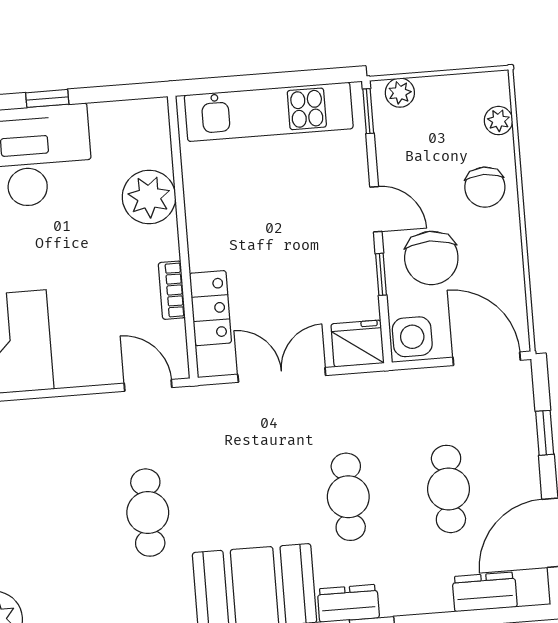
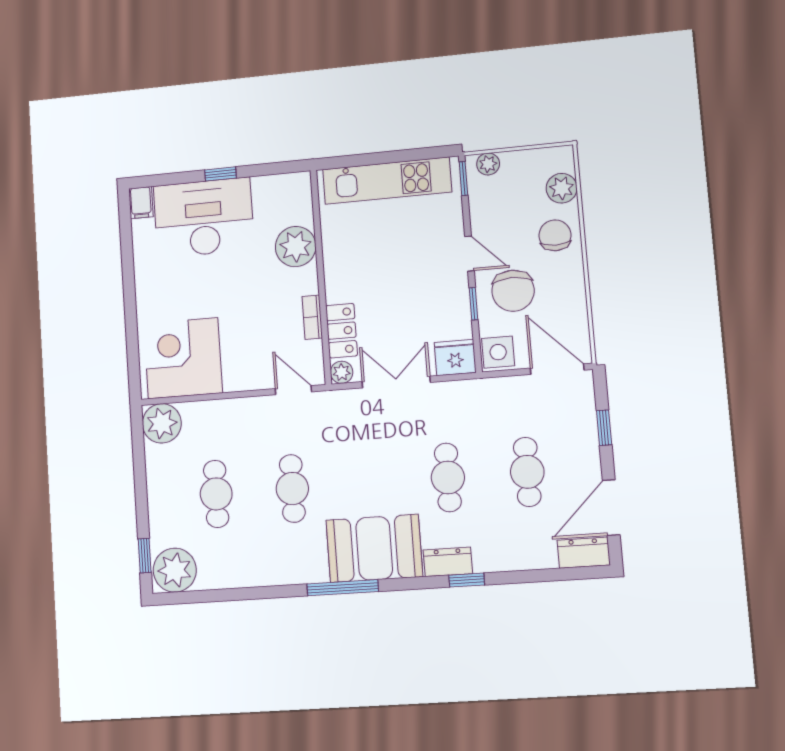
plant: (498, 121) -> (562, 188), width x1.38, depth x1.38
chair: (485, 187) -> (555, 235), turned 180
plant: (211, 362) -> (342, 372), added
cafe table: (48, 520) -> (216, 494), added
dresser: (485, 592) -> (584, 553), moved

